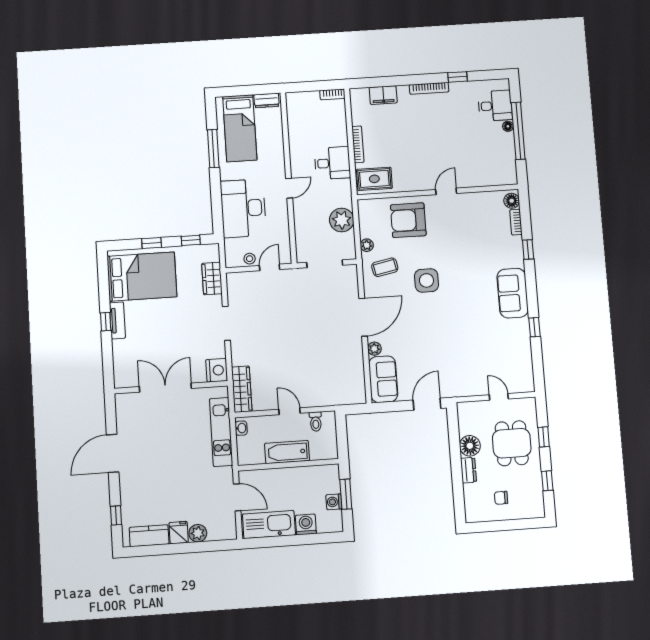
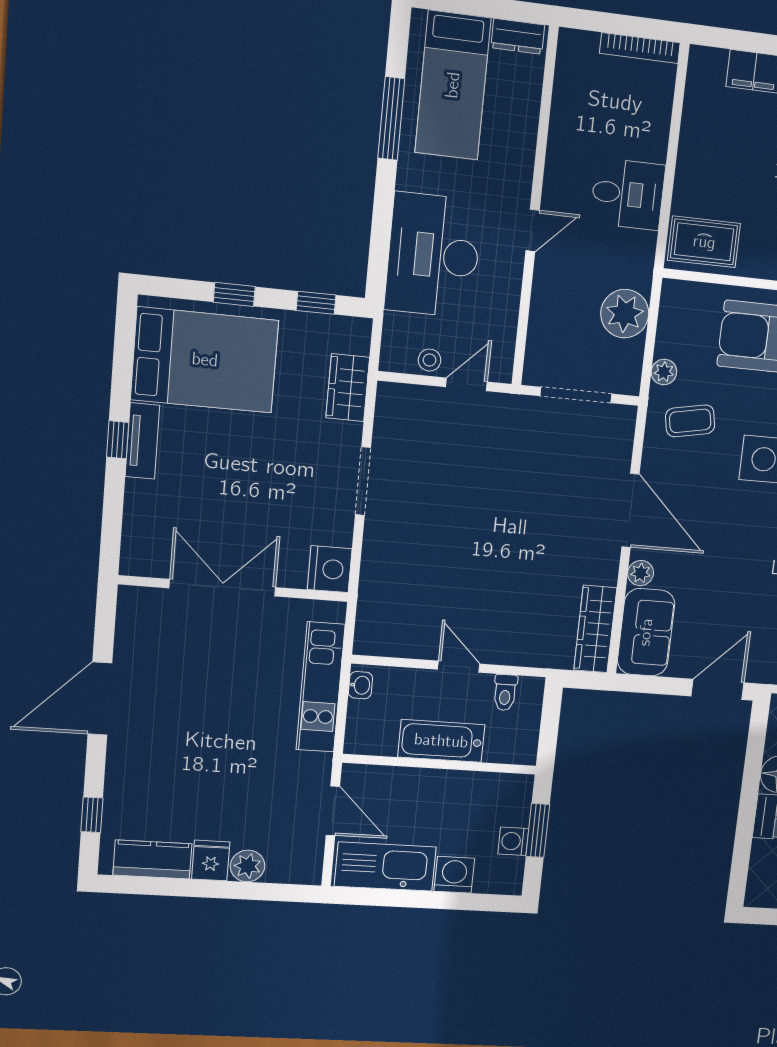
bookcase: (332, 94) -> (640, 48), width x1.56
bookcase: (358, 144) -> (685, 165), removed
door: (363, 317) -> (630, 510), hinge flipped
wardrobe: (242, 389) -> (595, 629), moved, turned 180

